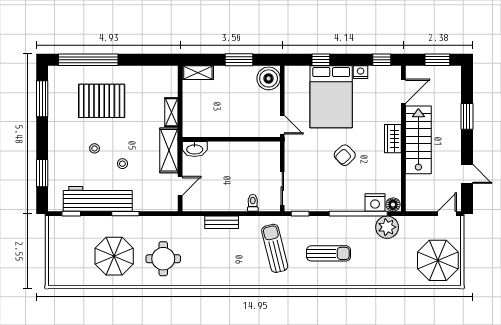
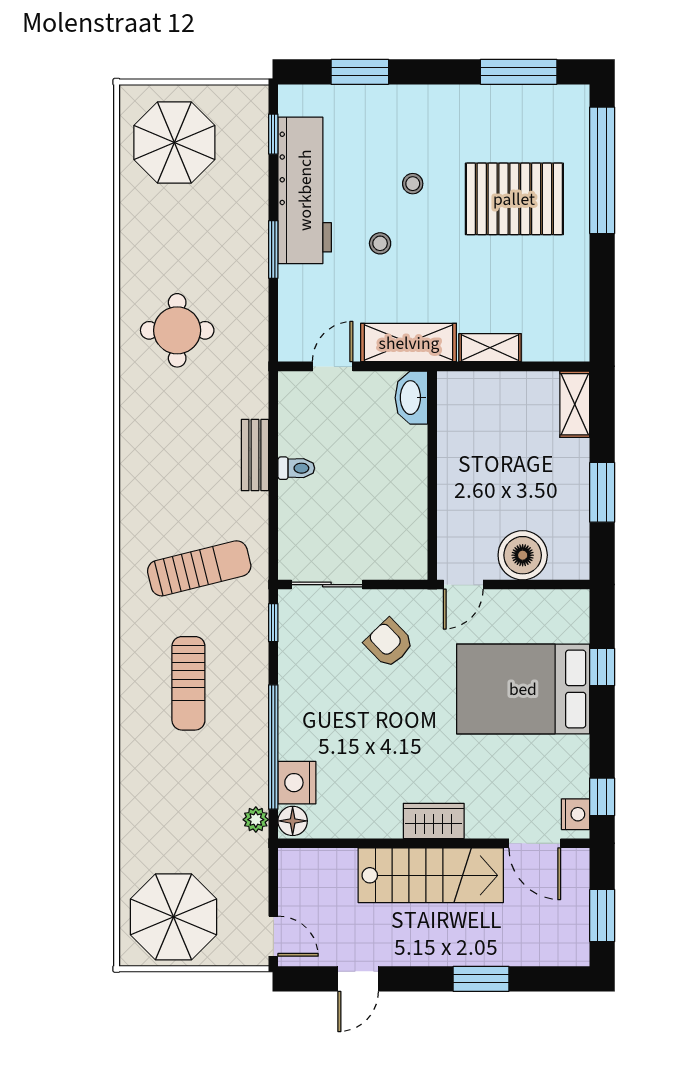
nightstand: (361, 72) -> (576, 814), moved
boiler: (269, 78) -> (523, 555), moved
pallet: (102, 101) -> (514, 199), turned 90
armchair: (345, 155) -> (389, 643), moved
door: (180, 186) -> (333, 366), swing flipped
toilet: (253, 203) -> (296, 468), moved
plant: (387, 227) -> (256, 820), width x0.53, depth x0.53
parasol: (114, 256) -> (174, 143), moved

